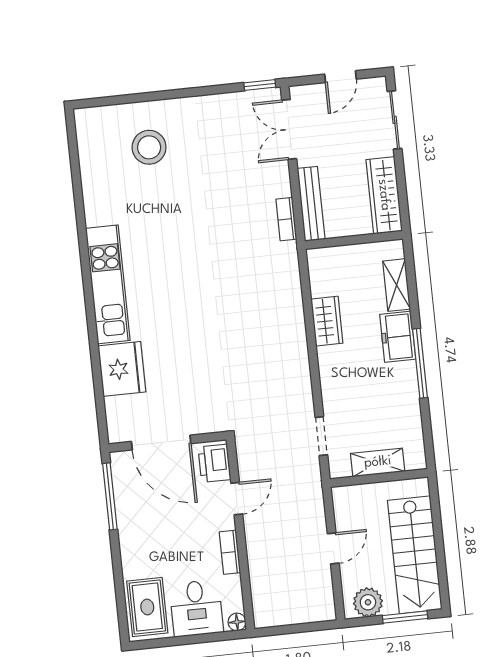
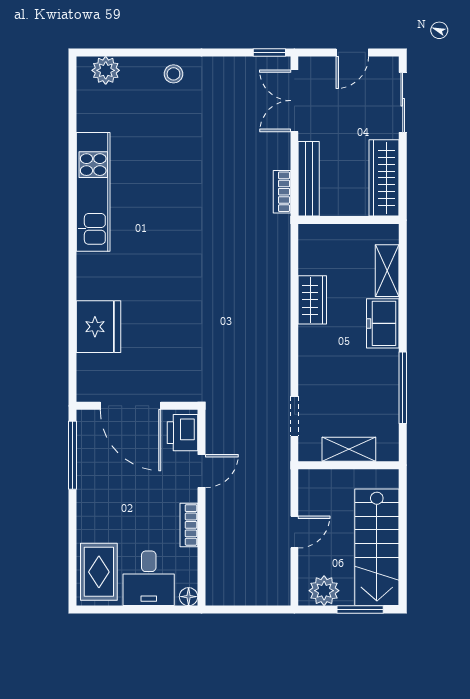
plant: (103, 119) -> (106, 70), added
stool: (149, 147) -> (173, 74), moved, width x0.53, depth x0.53
kitchen unit: (108, 284) -> (93, 192), moved
window: (420, 363) -> (403, 388), moved

